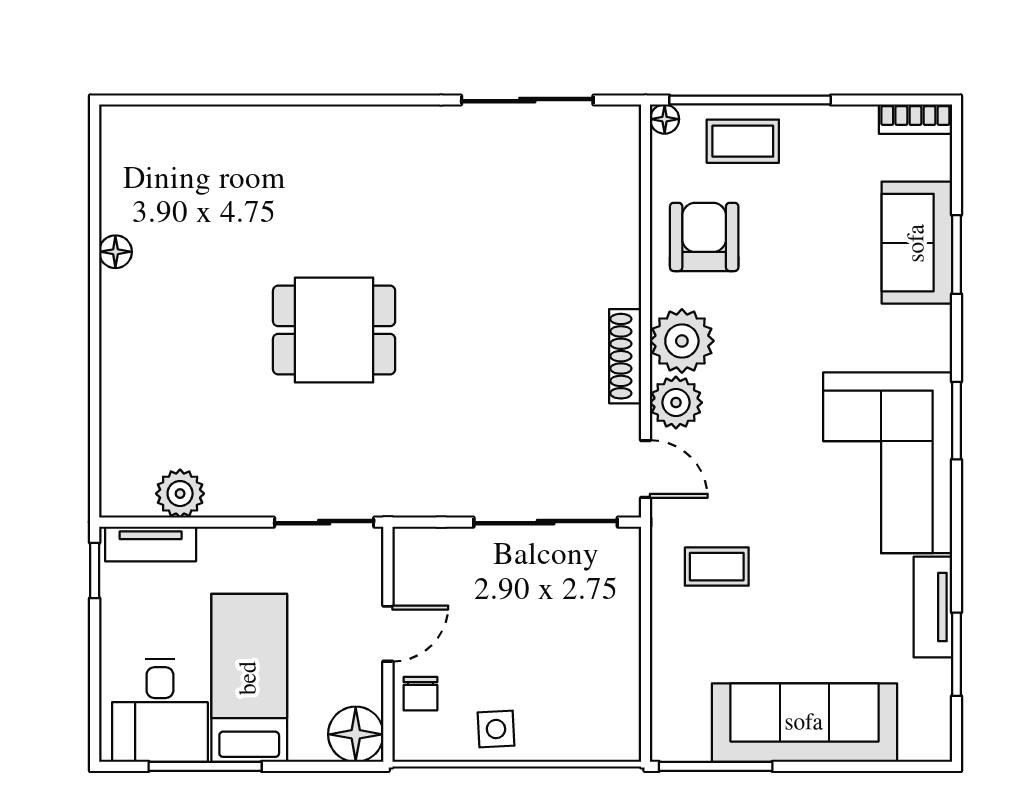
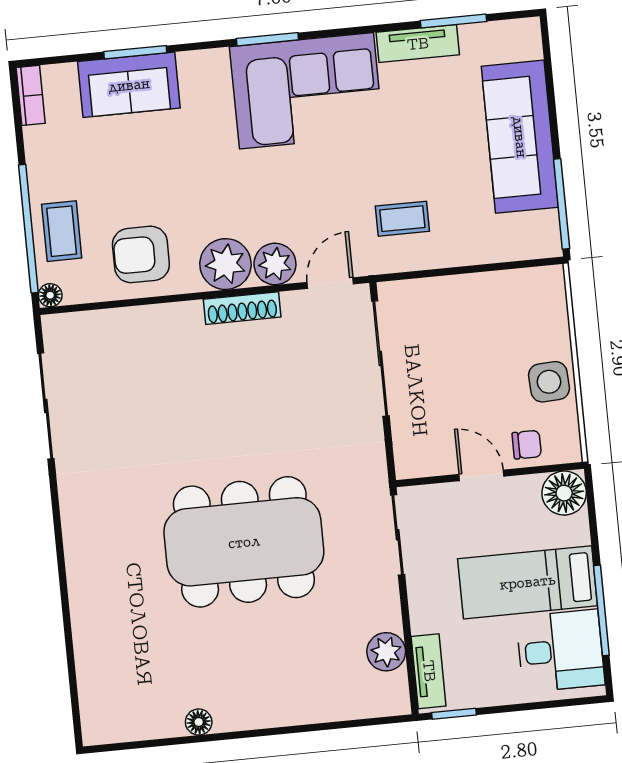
dining table: (334, 330) -> (244, 542), width x1.88, depth x1.24
coffee table: (717, 567) -> (402, 219), turned 90
side table: (496, 729) -> (549, 382), width x1.37, depth x1.37

